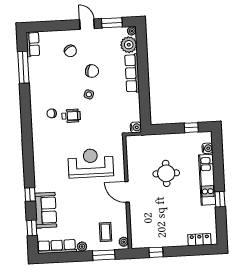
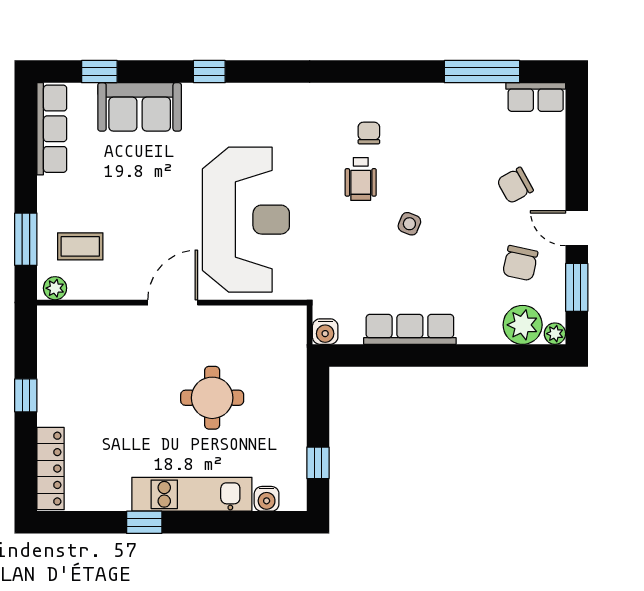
door: (87, 24) -> (577, 228), swing flipped
chair: (92, 71) -> (520, 263), moved
row of seats: (132, 73) -> (410, 329), moved
reception desk: (91, 163) -> (246, 220), width x1.36, depth x1.30
window: (30, 194) -> (209, 72), moved
locker: (199, 240) -> (51, 469), width x1.53
plant: (82, 247) -> (49, 189), removed
window: (156, 252) -> (26, 395), moved

